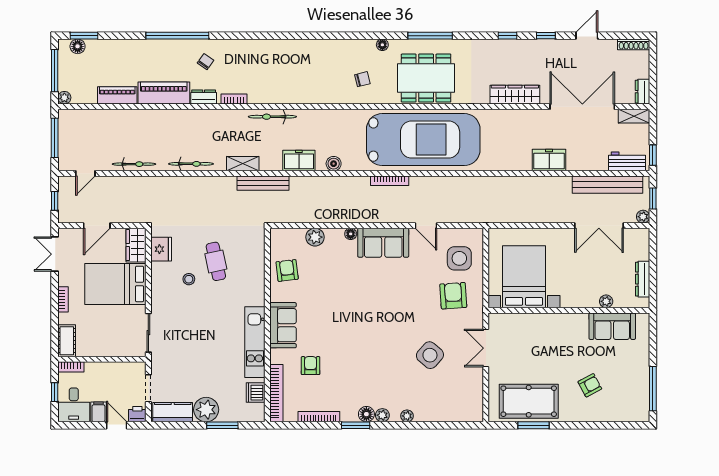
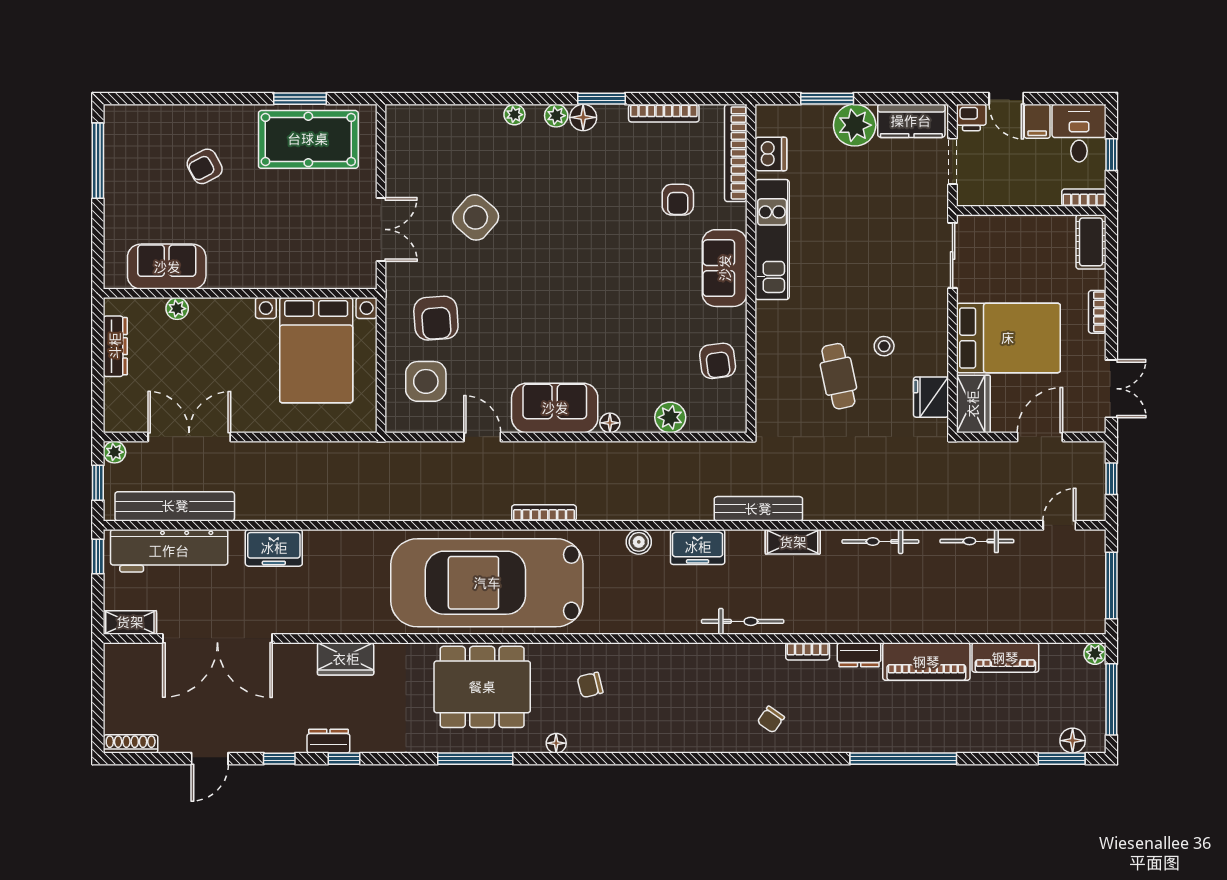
chair: (205, 62) -> (771, 720), moved
dresser: (642, 92) -> (328, 741), moved, turned -90
wardrobe: (515, 95) -> (346, 659), width x0.67
workbench: (627, 161) -> (169, 551), width x1.88, depth x1.32

